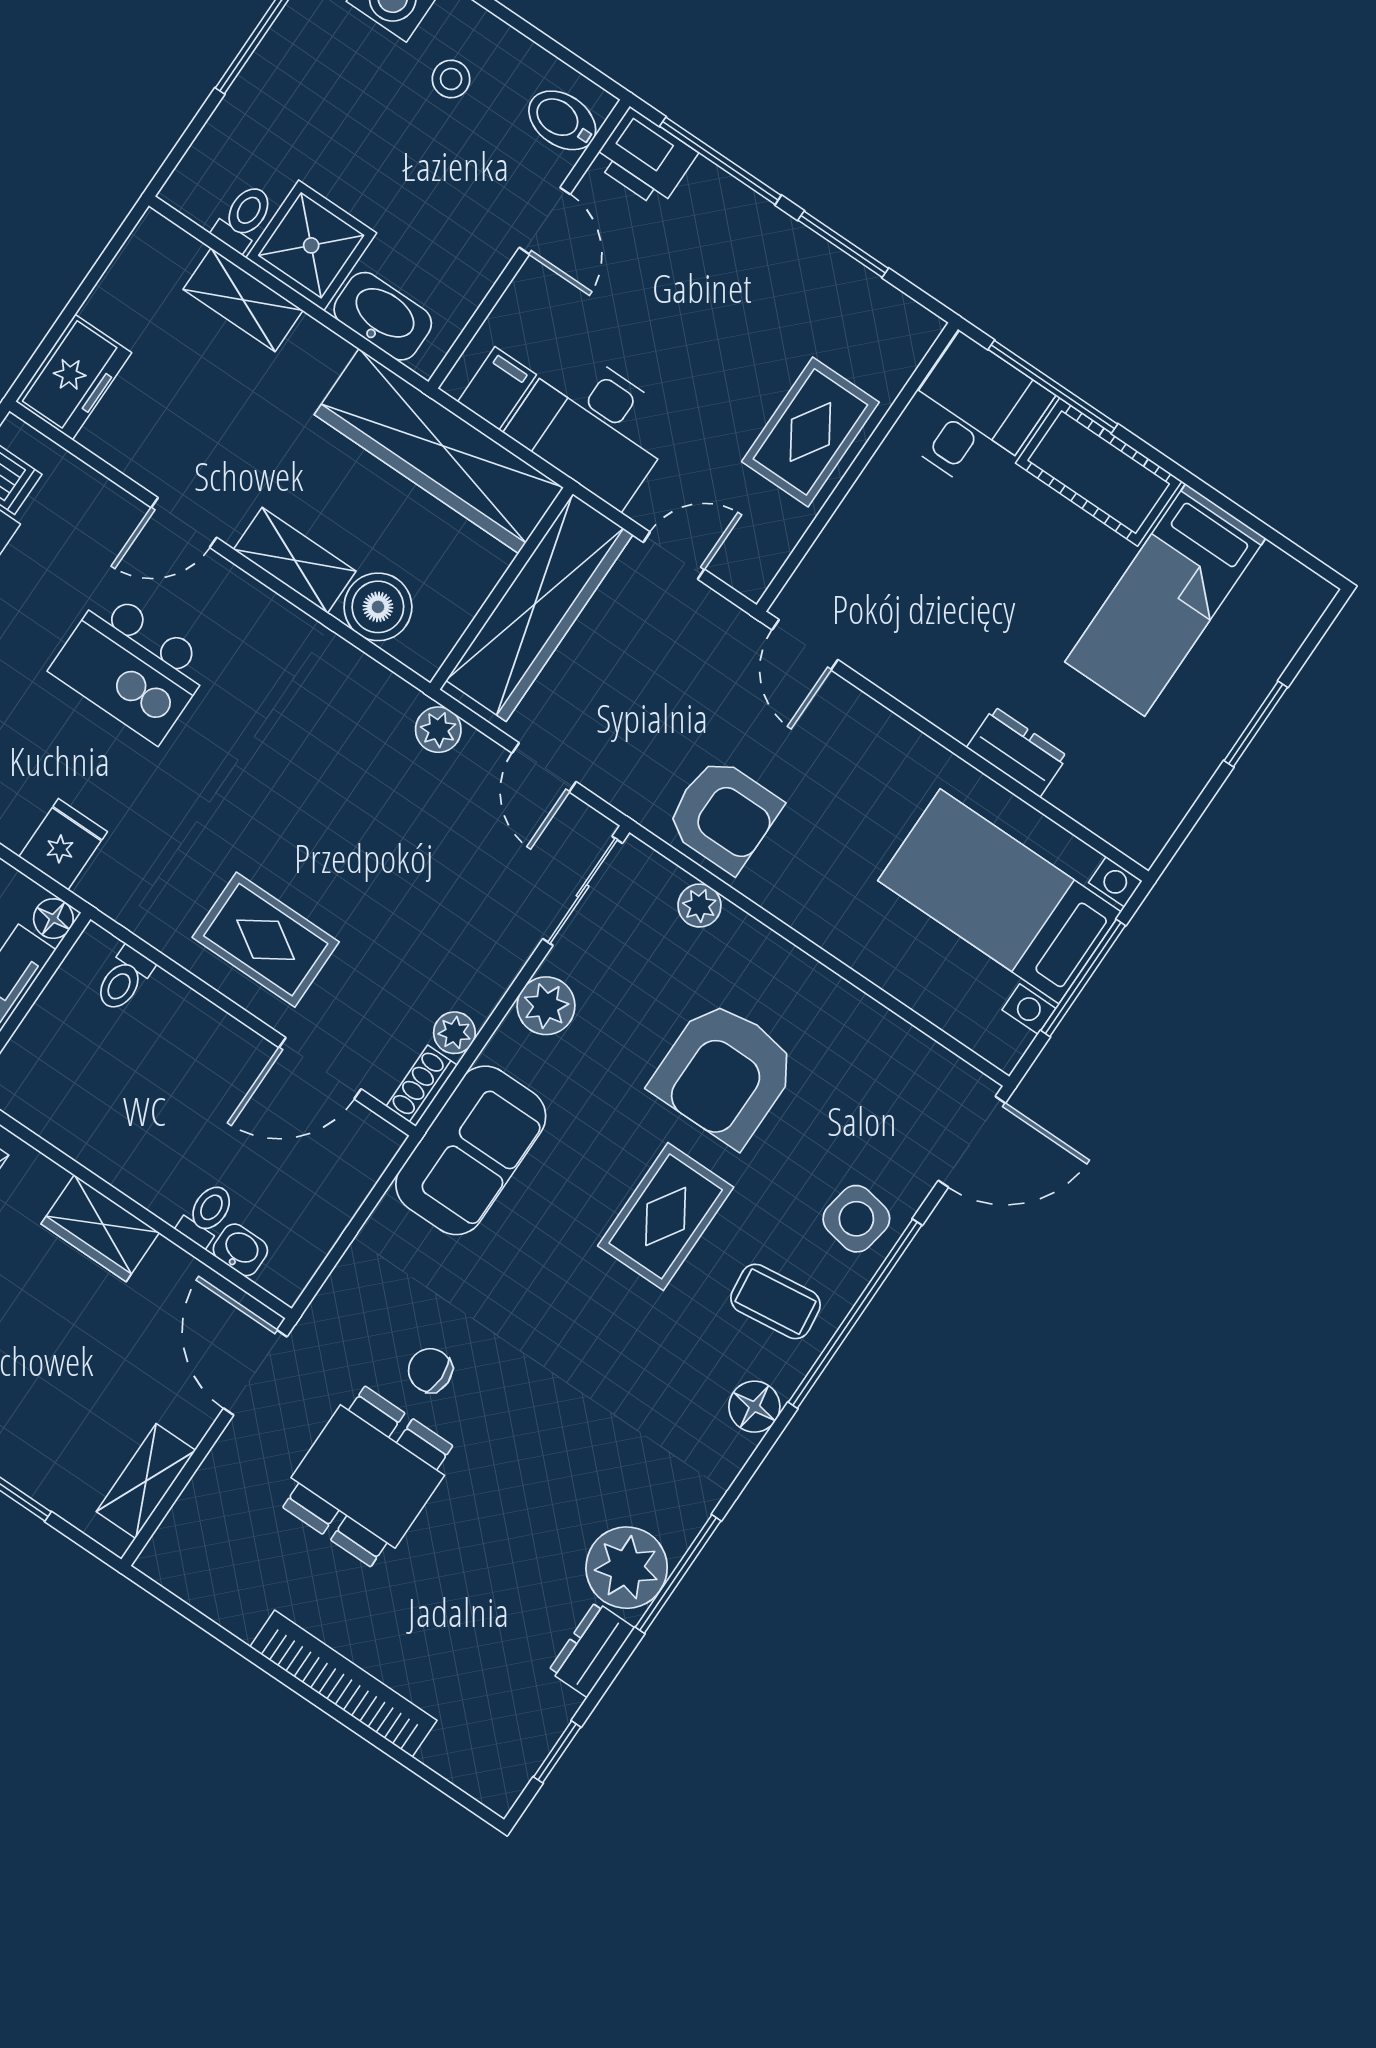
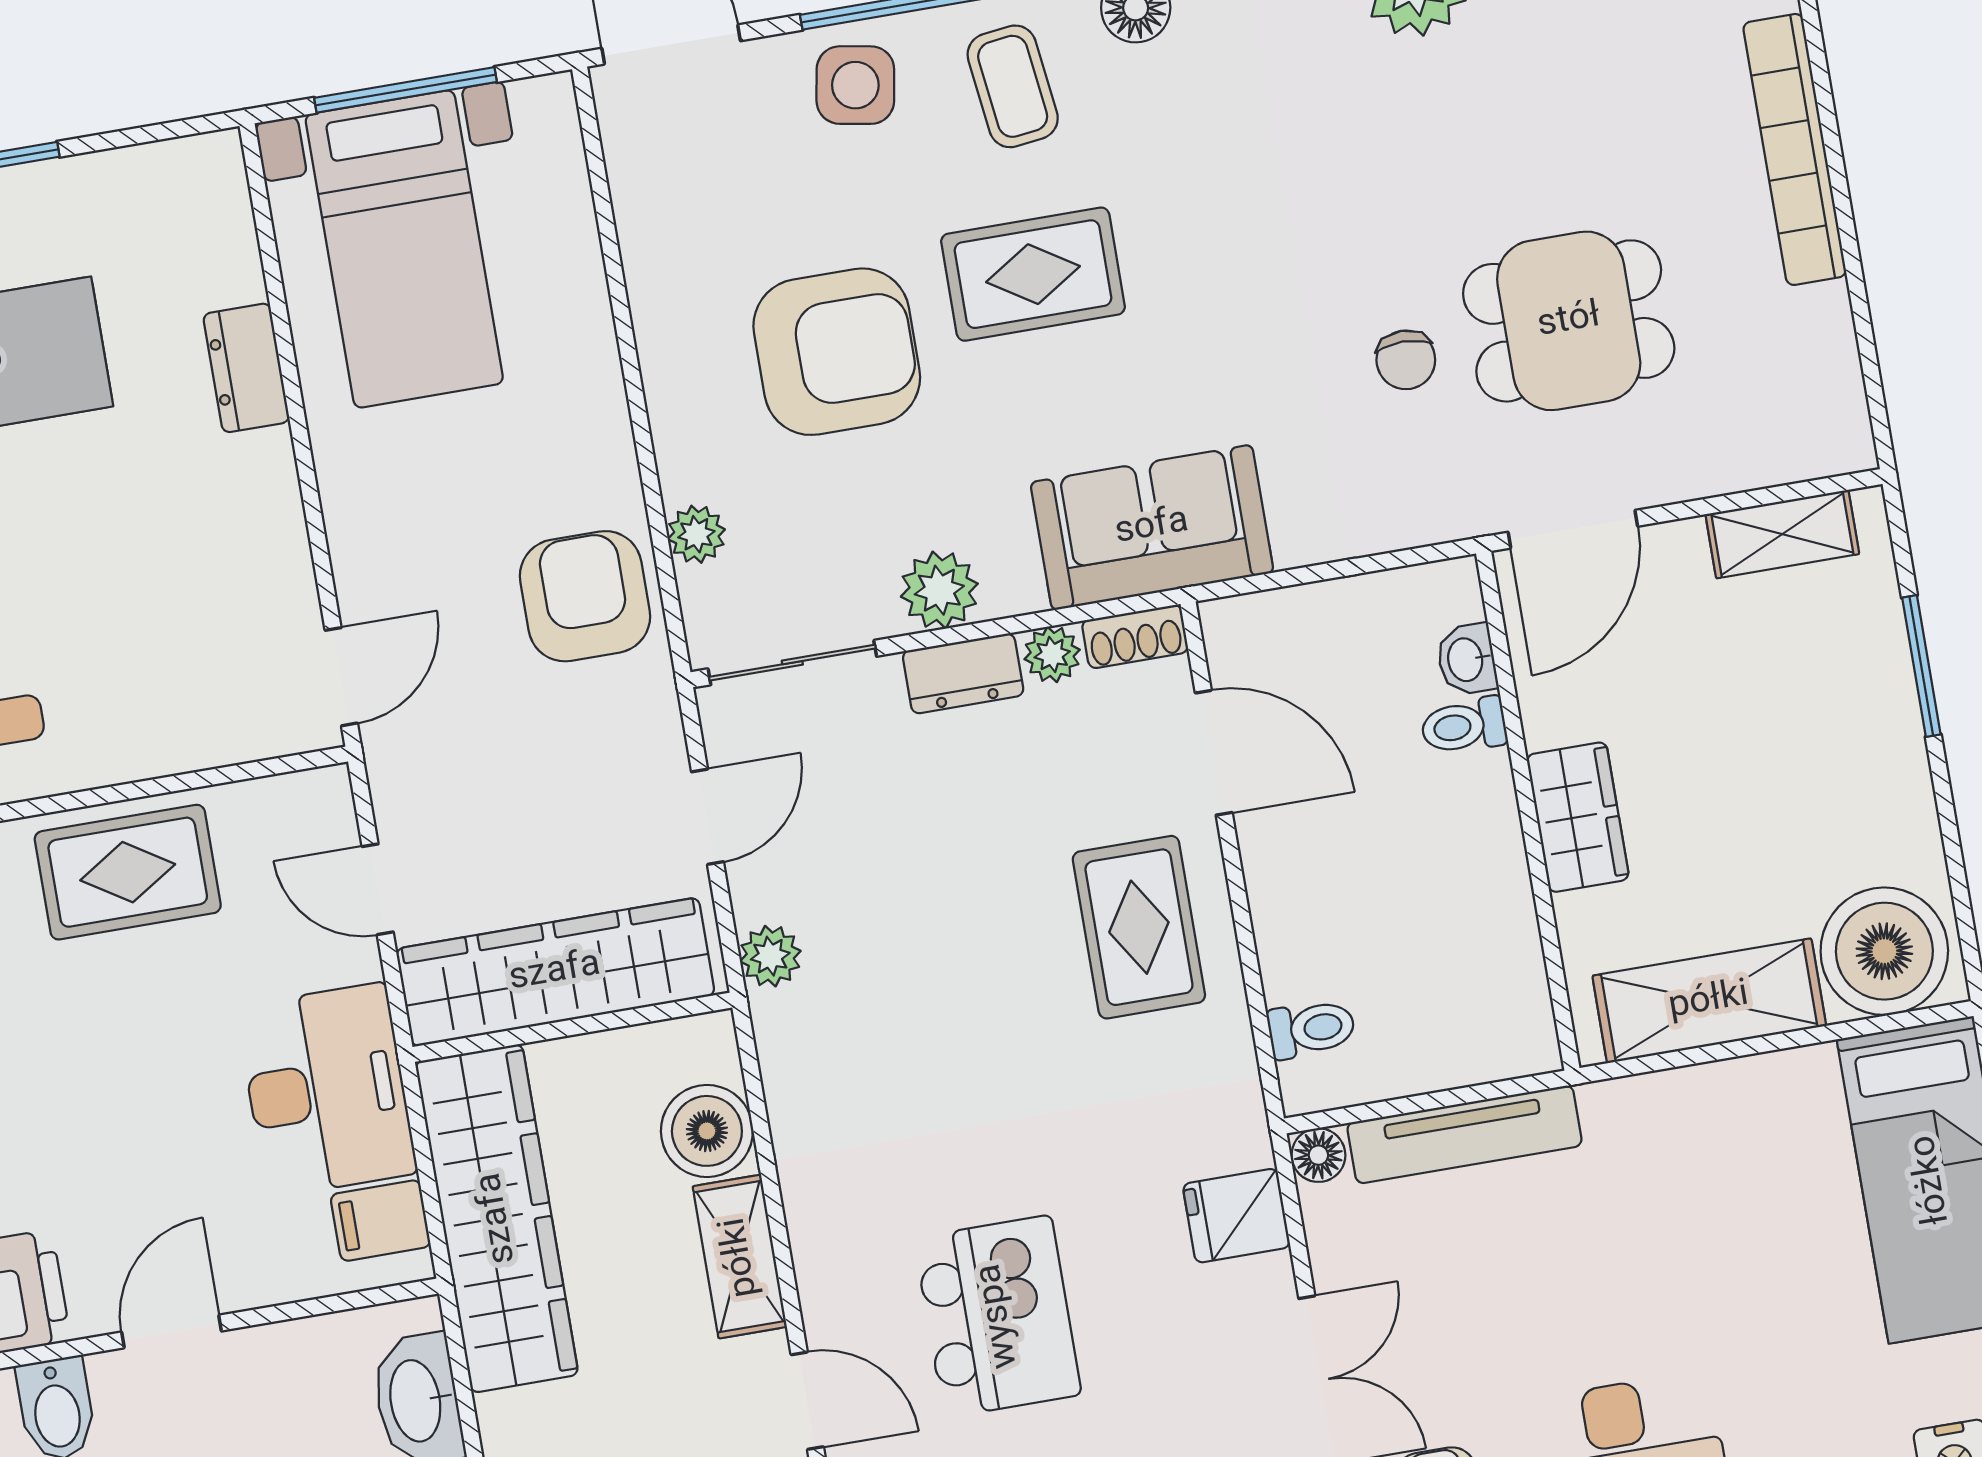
dresser: (490, 976) -> (963, 673), added

